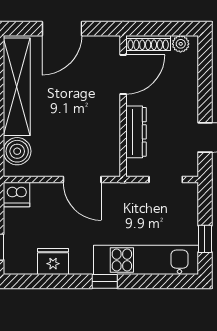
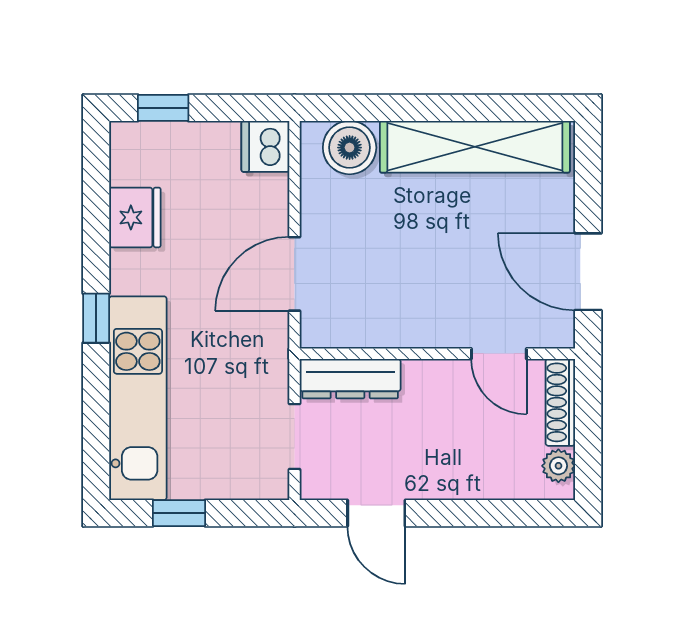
door: (62, 29) -> (588, 272), moved
door: (123, 74) -> (499, 354), width x0.73
dresser: (136, 132) -> (350, 379), moved

